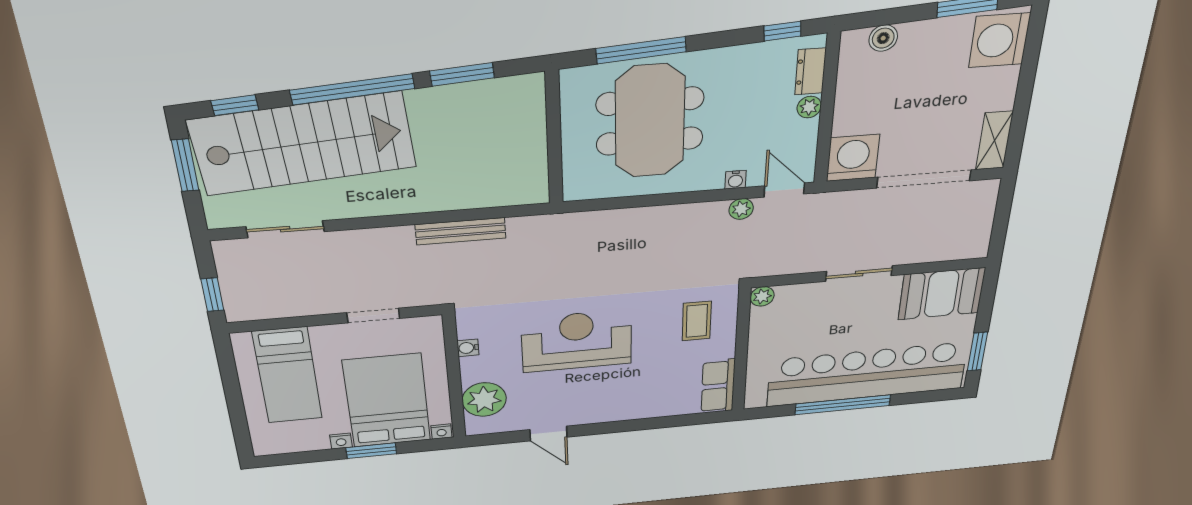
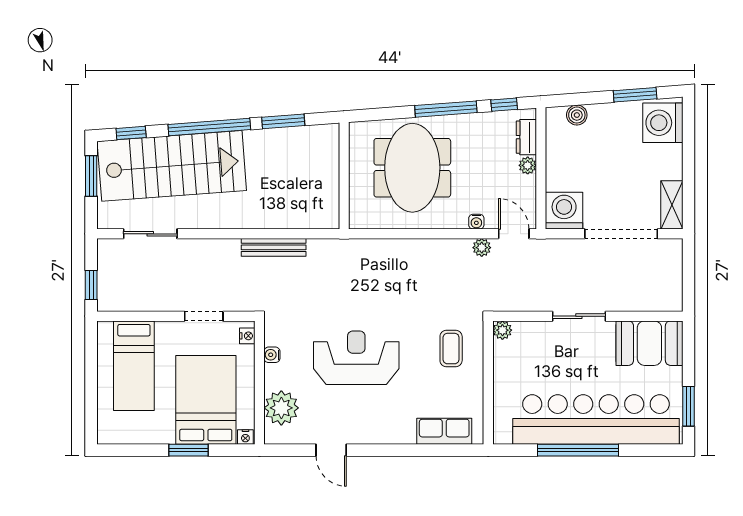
window: (641, 50) -> (446, 109), moved
row of seats: (718, 386) -> (444, 431), moved, turned 90
nightstand: (341, 441) -> (247, 336), moved, turned -90

